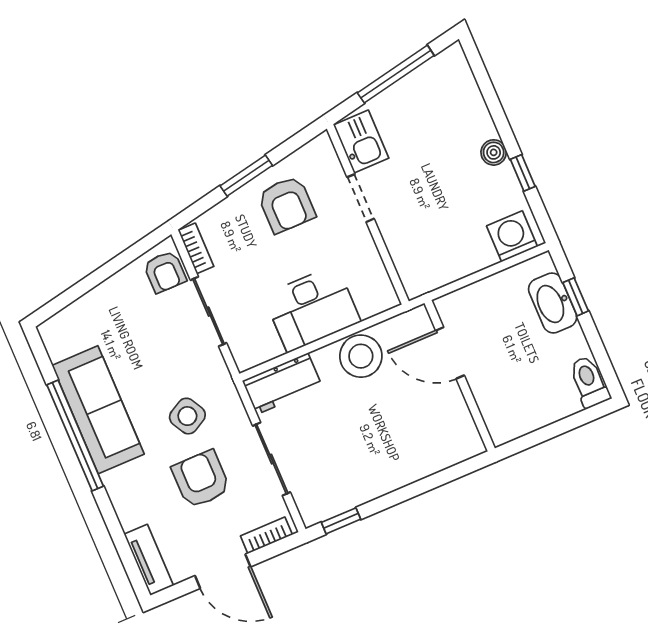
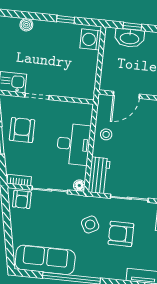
boiler: (494, 152) -> (26, 25), moved
armchair: (287, 205) -> (22, 130), turned -90
armchair: (165, 272) -> (22, 199), turned 90
stool: (361, 356) -> (106, 134), width x0.53, depth x0.53
floor lamp: (245, 359) -> (79, 185), added
sofa: (98, 410) -> (45, 260), moved

